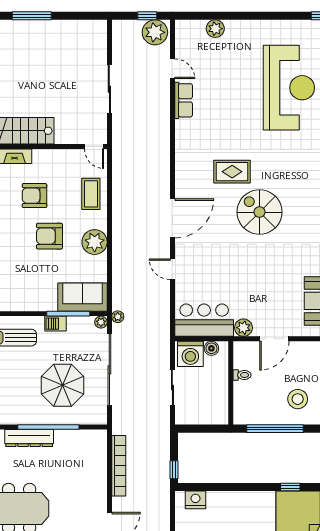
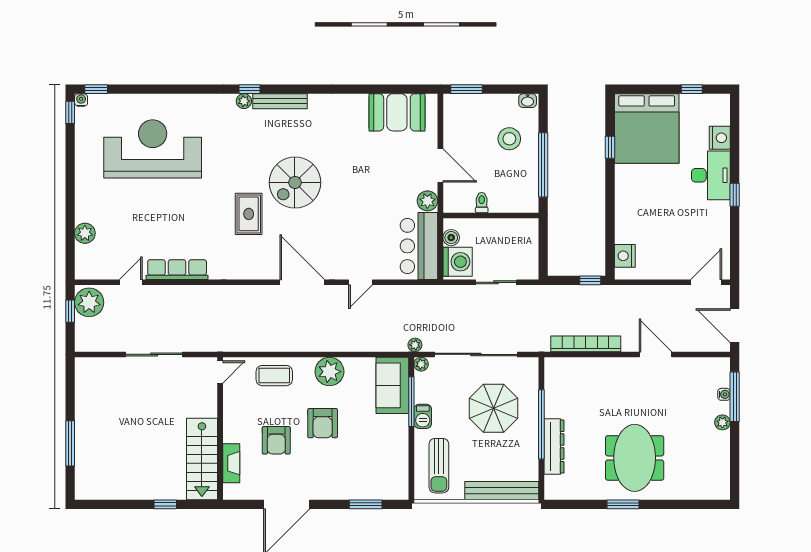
row of seats: (184, 100) -> (177, 270), width x1.48

